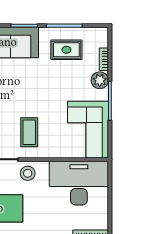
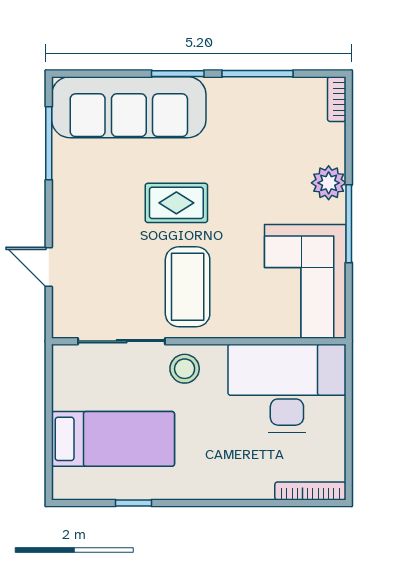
rug: (66, 50) -> (176, 203), moved
bookcase: (104, 59) -> (337, 99), moved
coffee table: (29, 132) -> (188, 287), width x1.36, depth x1.32

